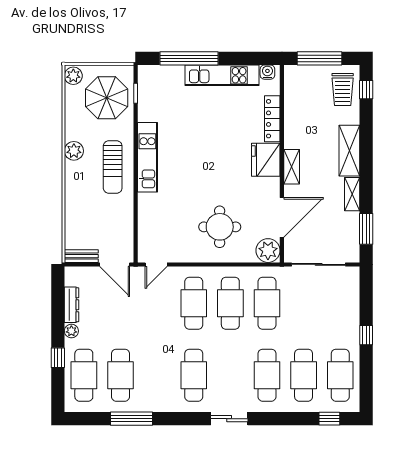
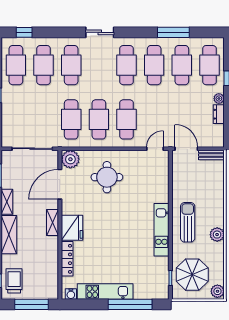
dresser: (72, 305) -> (219, 114), width x0.70
cafe table: (157, 375) -> (154, 65), added

